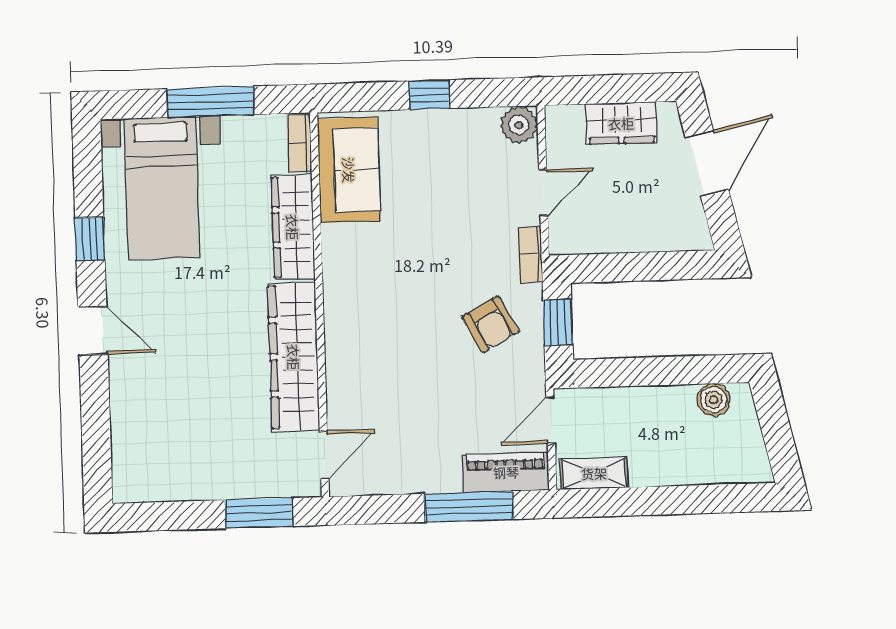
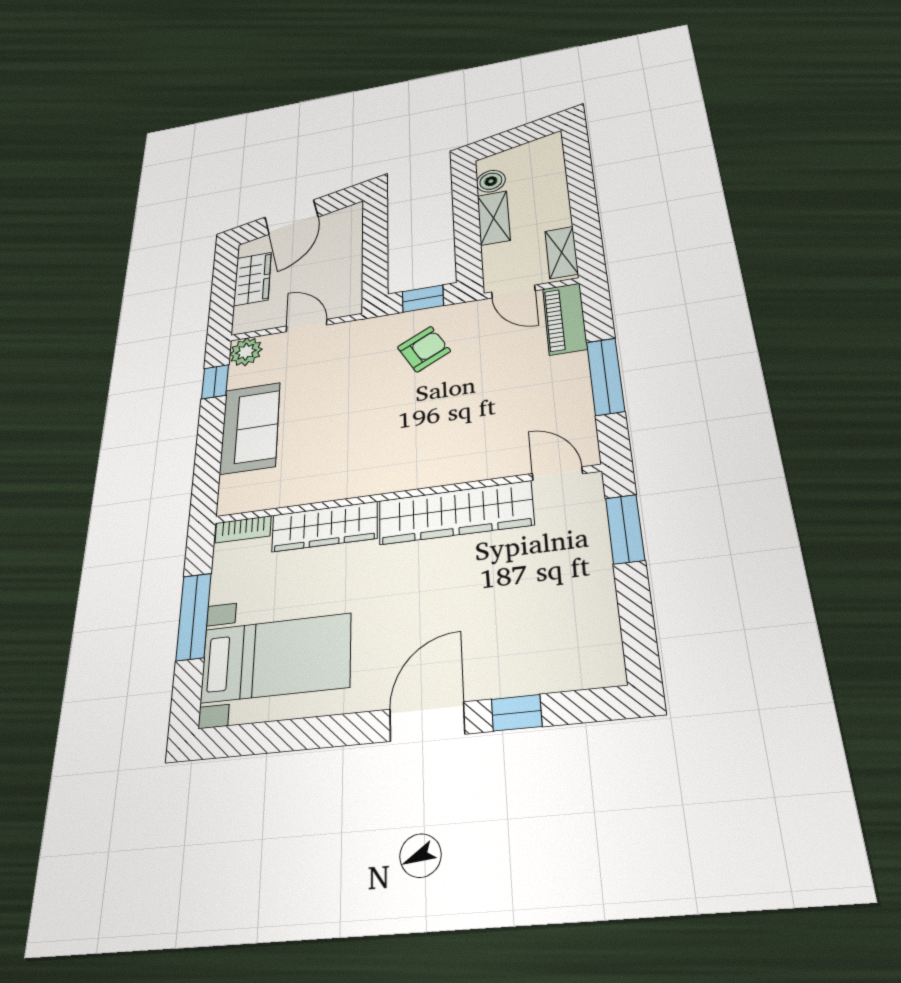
window: (429, 95) -> (215, 382), moved
door: (707, 163) -> (291, 217), swing flipped
sofa: (349, 170) -> (250, 428), moved, turned 90
window: (90, 239) -> (517, 713), moved
bookcase: (531, 254) -> (361, 327), removed
door: (93, 331) -> (427, 722), width x1.38
shelving: (658, 402) -> (494, 218), added
window: (469, 507) -> (605, 376), moved

